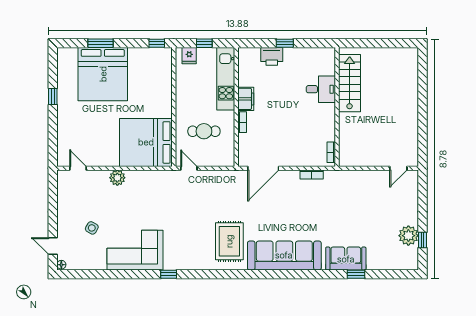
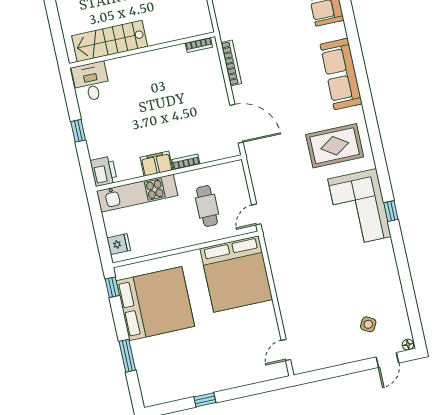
window: (204, 43) -> (100, 229), removed
printer: (272, 56) -> (104, 171), moved
bed: (103, 74) -> (155, 304), moved
desk: (321, 89) -> (91, 82), moved
bookcase: (312, 174) -> (231, 63), width x1.56
plant: (117, 178) -> (287, 299), removed
side table: (92, 228) -> (368, 324), moved
corner sofa: (135, 250) -> (359, 208), moved
sofa: (284, 255) -> (341, 74), width x0.74, depth x0.79

